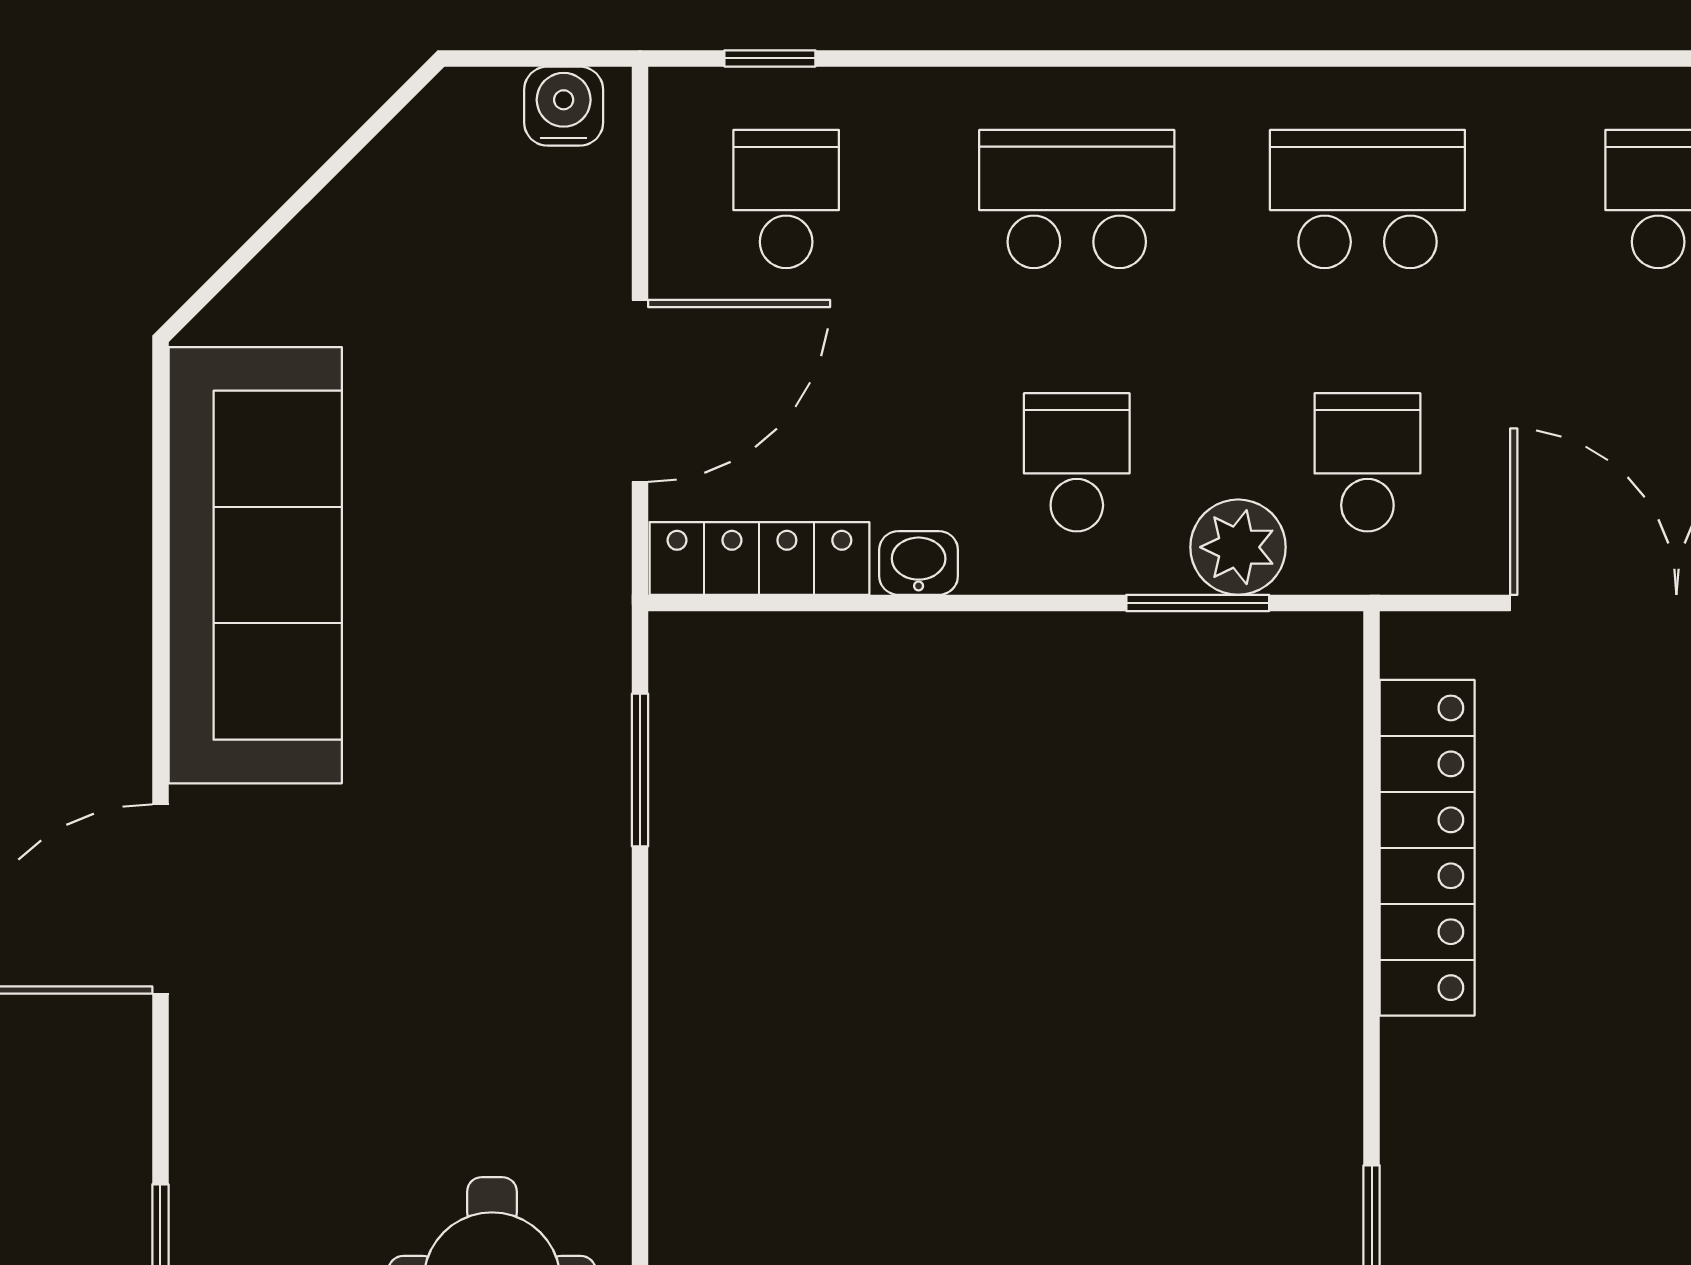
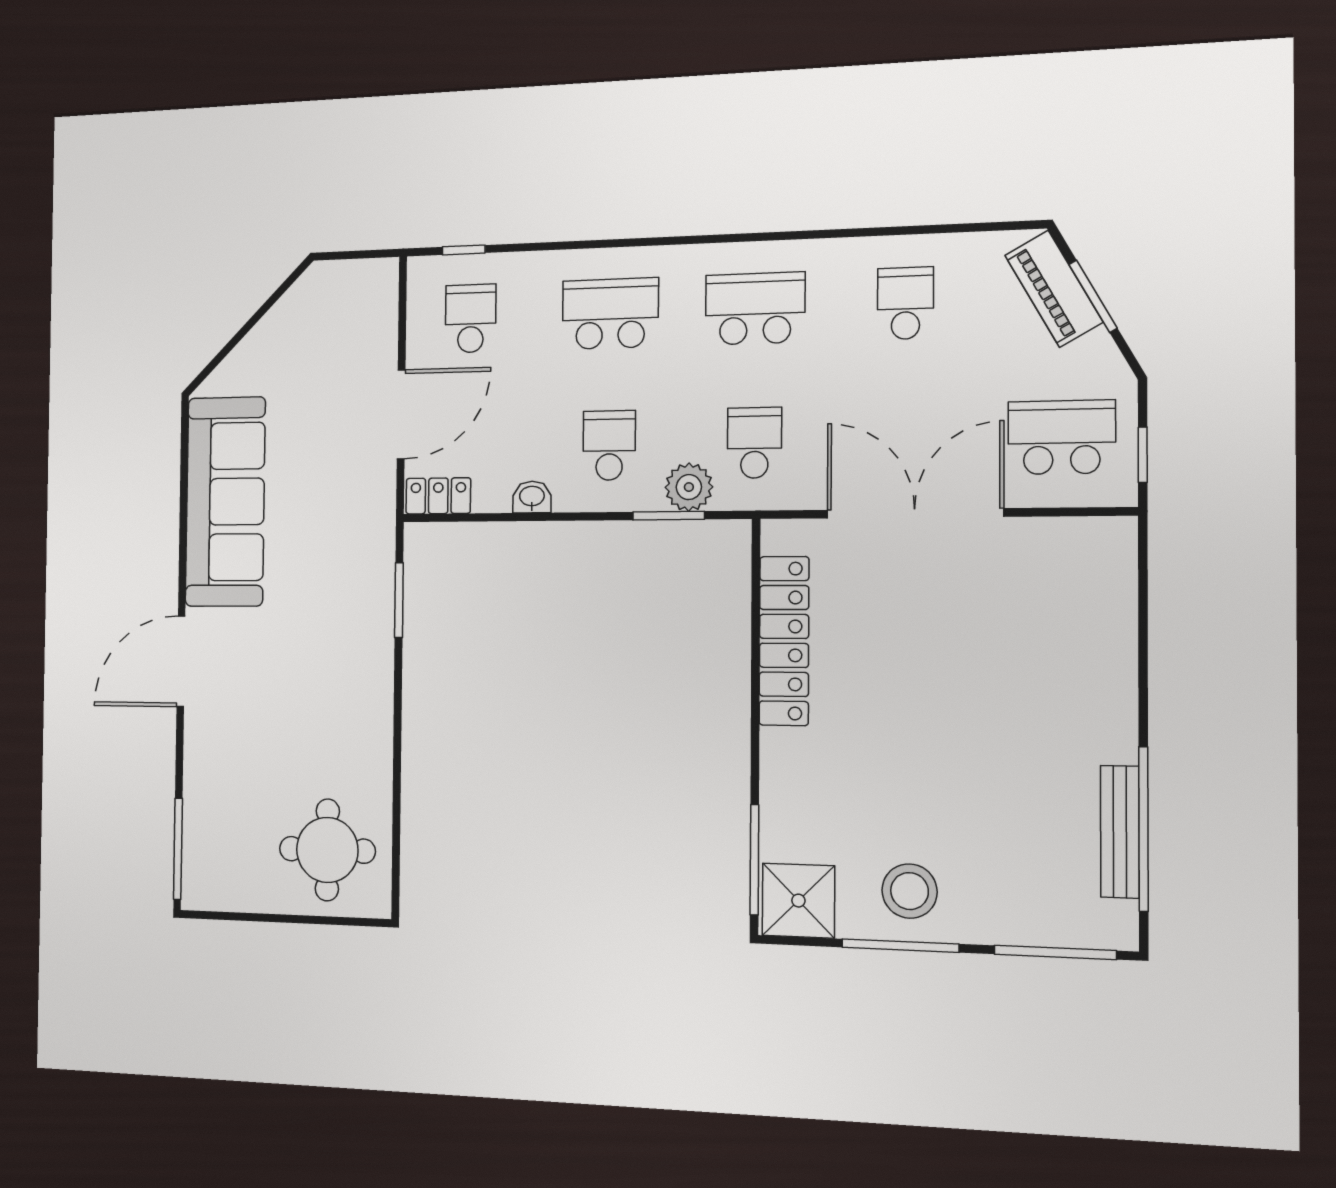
water cooler: (564, 106) -> (368, 277), removed
locker: (759, 558) -> (438, 496), width x0.66

